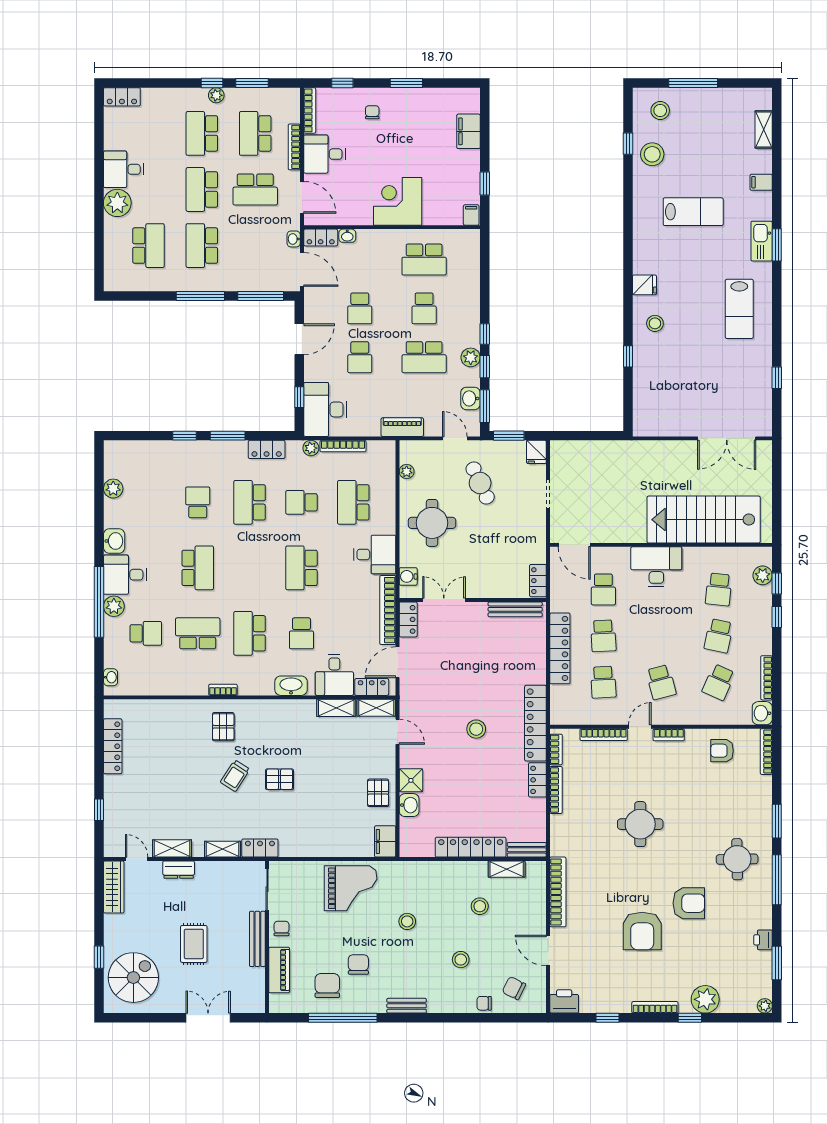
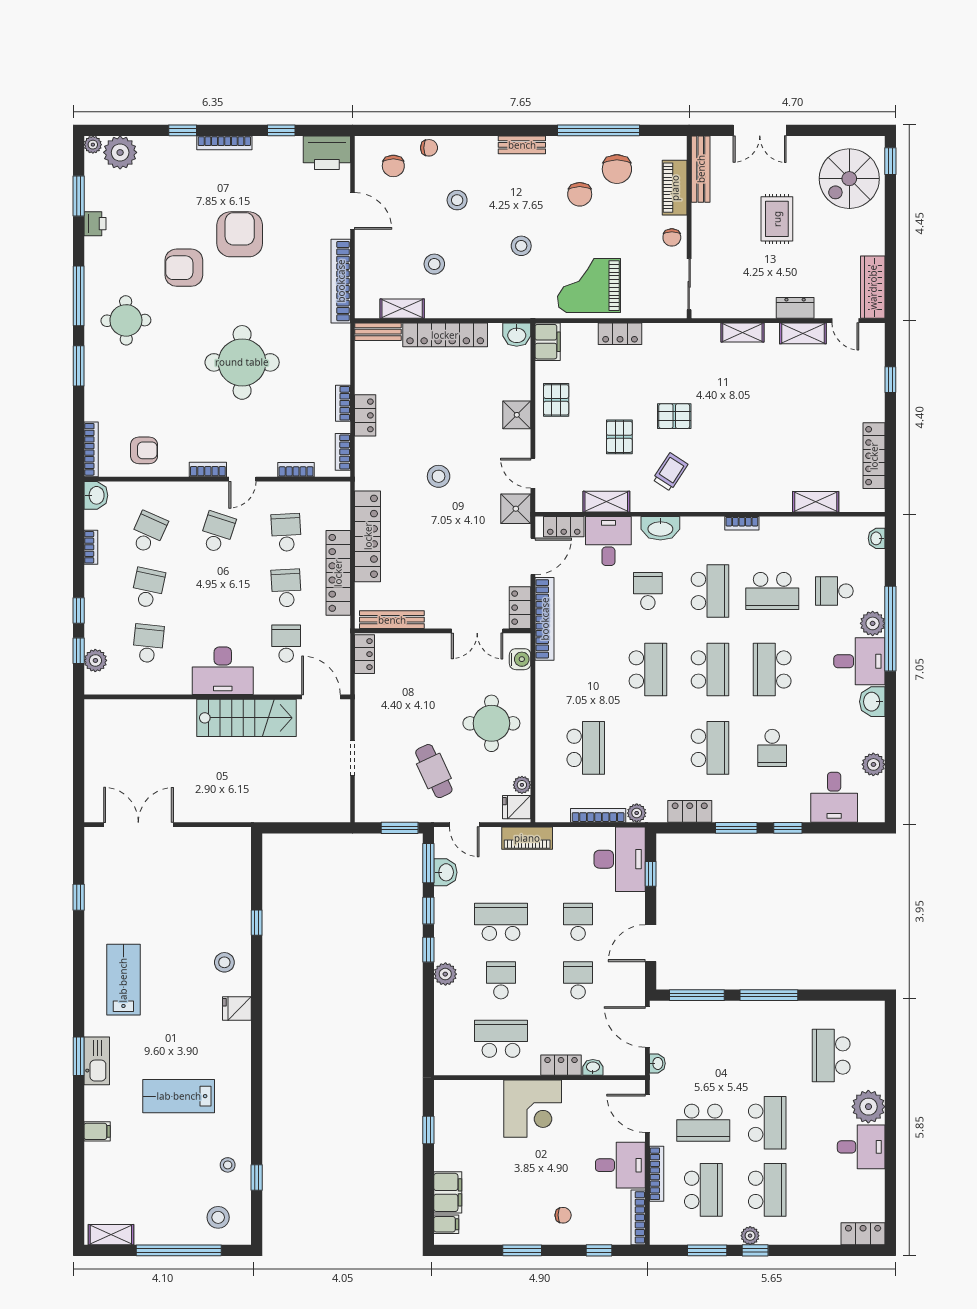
window: (693, 83) -> (179, 1250), width x1.46
chair: (372, 112) -> (563, 1215), turned -90
shelving: (764, 129) -> (111, 1235), moved, turned 90
stool: (652, 154) -> (228, 1165), width x0.53, depth x0.53
school desk: (255, 189) -> (703, 1123), turned 180
filing cabinet: (471, 215) -> (446, 1224), moved, turned -90
locker: (321, 238) -> (561, 1065), moved
school desk: (202, 246) -> (767, 1056), removed
plant: (471, 357) -> (445, 974), moved
fridge: (536, 452) -> (517, 807), moved, turned -90
school desk: (301, 502) -> (710, 669), moved, width x1.85
stairs: (704, 520) -> (246, 718), moved, width x0.73, depth x0.66
desk: (375, 554) -> (834, 797), moved, turned -90
bookcase: (766, 678) -> (91, 547), width x0.64
school desk: (661, 682) -> (217, 532), turned 33
shower: (412, 702) -> (516, 509), added
shelving: (376, 708) -> (816, 502), moved
locker: (535, 723) -> (368, 536), moved
pallet: (223, 727) -> (619, 437), moved
bookcase: (604, 735) -> (296, 470), width x0.64
trolley: (235, 776) -> (670, 472), moved
bookcase: (556, 790) -> (343, 403), width x0.64
washbasin: (409, 805) -> (517, 335), moved, turned -90
round table: (640, 824) -> (242, 362), width x1.36, depth x1.36
locker: (260, 848) -> (620, 334), moved
bench: (257, 939) -> (701, 169), moved
window: (99, 957) -> (890, 161), moved
chair: (514, 988) -> (393, 166), turned 64
plant: (705, 999) -> (120, 152), moved
printer: (564, 1001) -> (327, 153), width x1.37, depth x1.19

